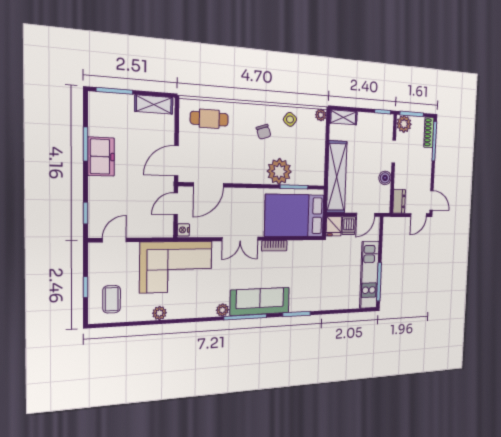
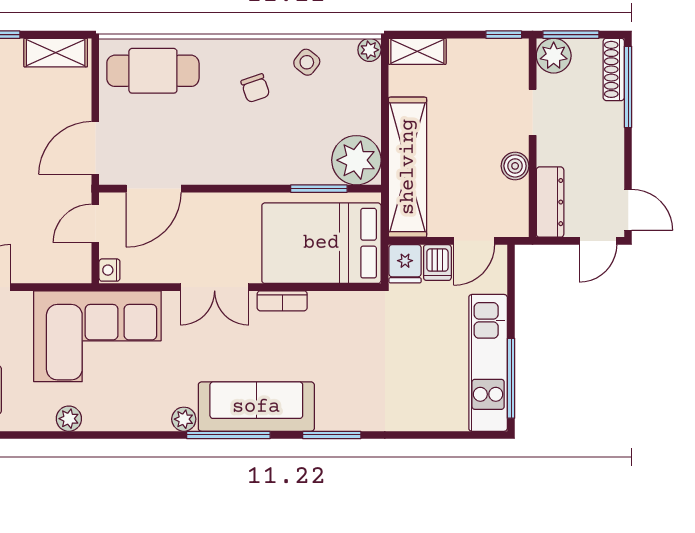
cafe table: (209, 119) -> (153, 71), width x1.37, depth x1.35
plant: (279, 171) -> (356, 160), moved
dresser: (399, 201) -> (550, 202), width x1.44

